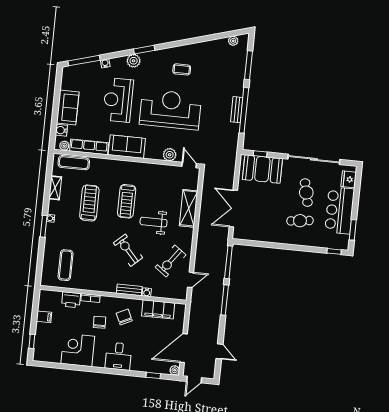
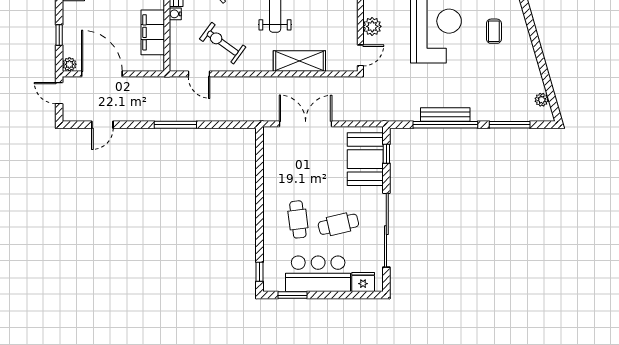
bench: (237, 110) -> (445, 115), width x1.36
window: (228, 262) -> (229, 125), removed

